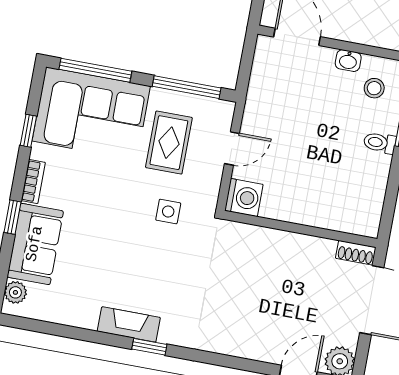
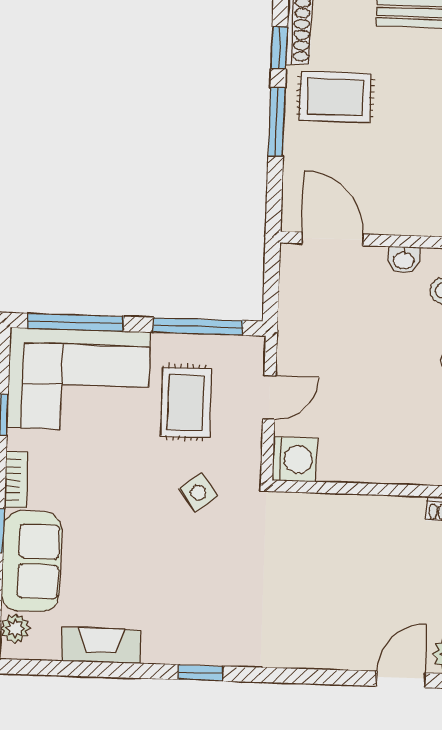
side table: (168, 212) -> (198, 493), turned -35
fireplace: (129, 324) -> (101, 646), moved

